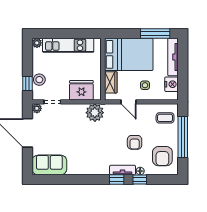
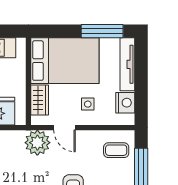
plant: (95, 113) -> (37, 143), moved

